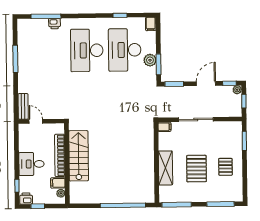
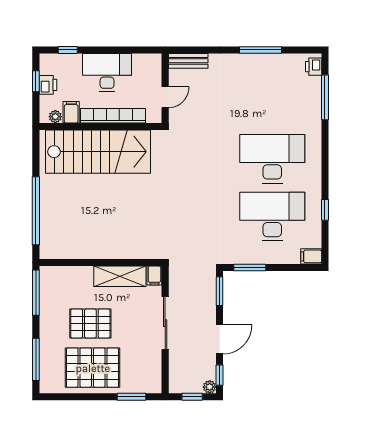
printer: (55, 24) -> (314, 67), moved
plant: (150, 60) -> (256, 255), removed
door: (206, 84) -> (220, 339), hinge flipped
door: (36, 121) -> (165, 97), moved
stairs: (79, 156) -> (98, 152), width x1.36, depth x1.51
desk: (31, 164) -> (107, 72), width x1.37
pallet: (225, 167) -> (93, 368), width x2.05, depth x2.00
shelving: (165, 168) -> (120, 276), moved
printer: (26, 199) -> (48, 85), moved

